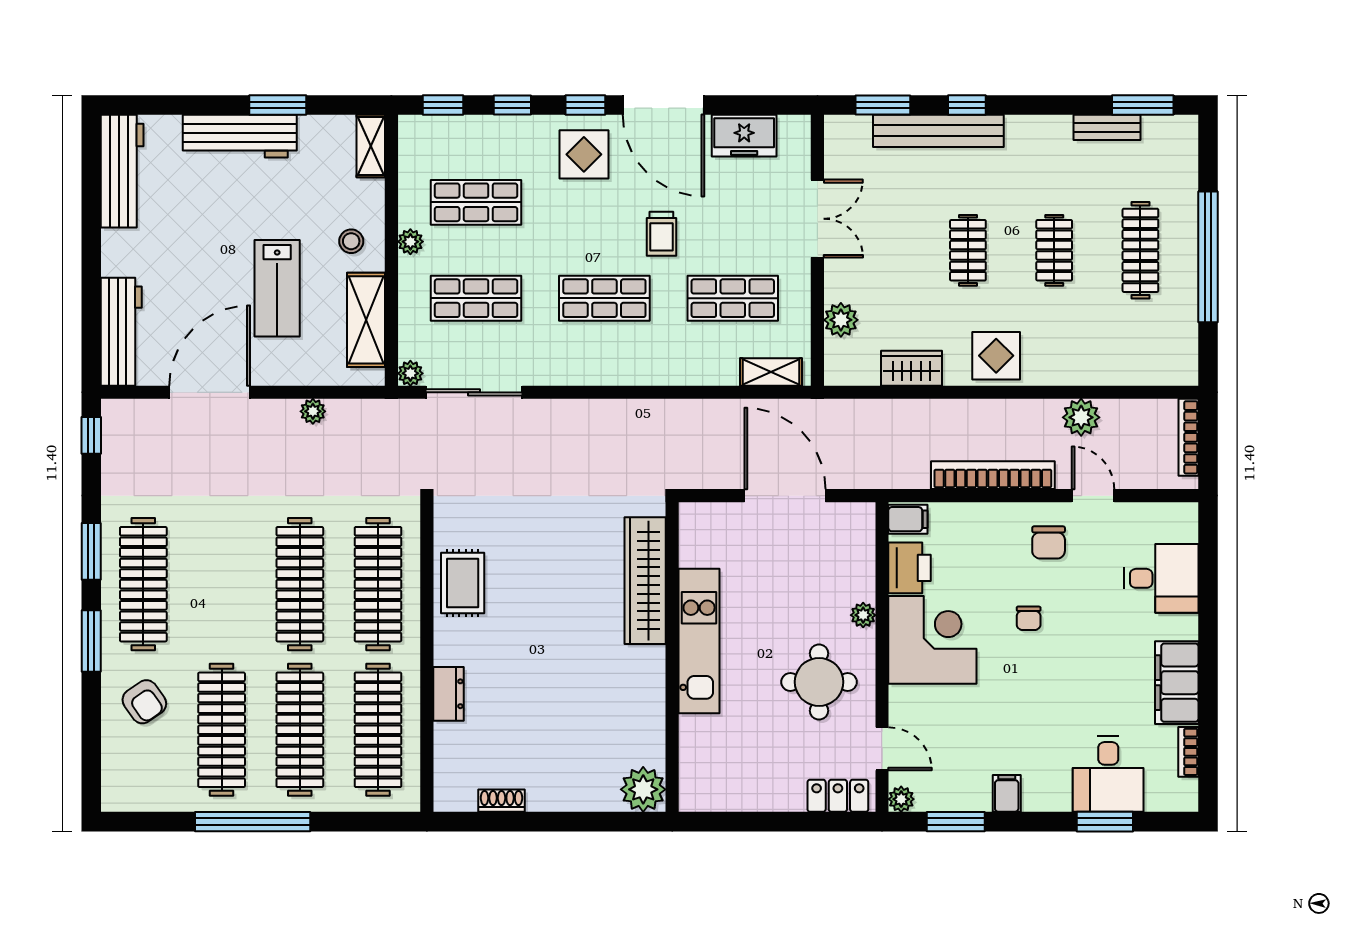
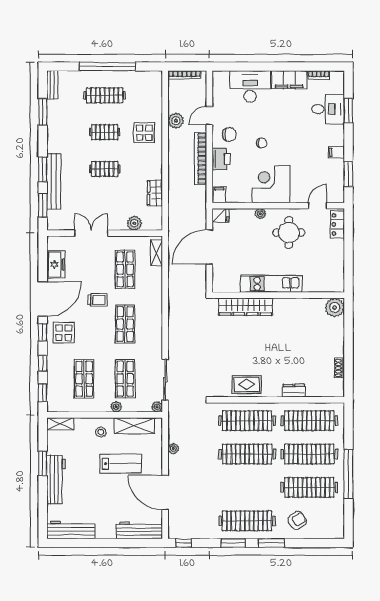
window: (967, 105) -> (43, 169), width x1.50
window: (1143, 105) -> (43, 112), moved
bench: (1107, 127) -> (52, 85), moved
plant: (410, 242) -> (116, 407), moved
display table: (996, 356) -> (144, 133), moved
fridge: (859, 522) -> (220, 215), added
printer: (910, 568) -> (221, 159), moved, turned 90
desk: (1161, 578) -> (250, 86), width x1.37
plant: (901, 799) -> (339, 197), removed

